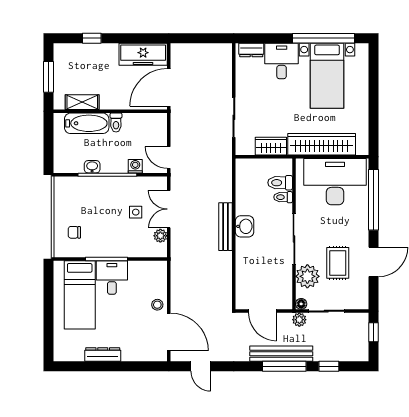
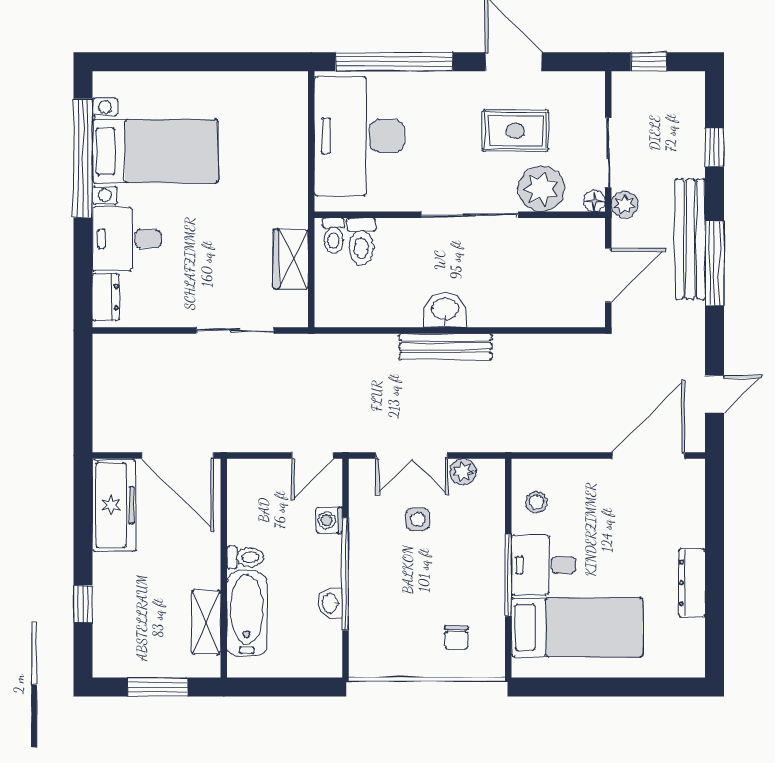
wardrobe: (322, 144) -> (287, 162), removed
toilet: (283, 197) -> (333, 236), moved
stool: (157, 305) -> (536, 502), moved
window: (284, 366) -> (715, 263), moved

